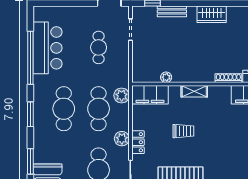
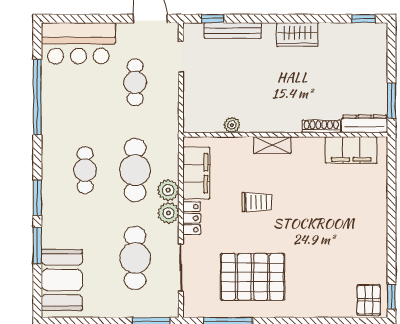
bench: (172, 11) -> (233, 31), width x1.36
bar counter: (47, 48) -> (78, 43), moved, turned 90
plant: (122, 95) -> (168, 190), moved
filing cabinet: (150, 95) -> (196, 173), moved, turned -90
cafe table: (64, 109) -> (85, 170), width x0.73, depth x0.74
window: (30, 114) -> (37, 198), moved

